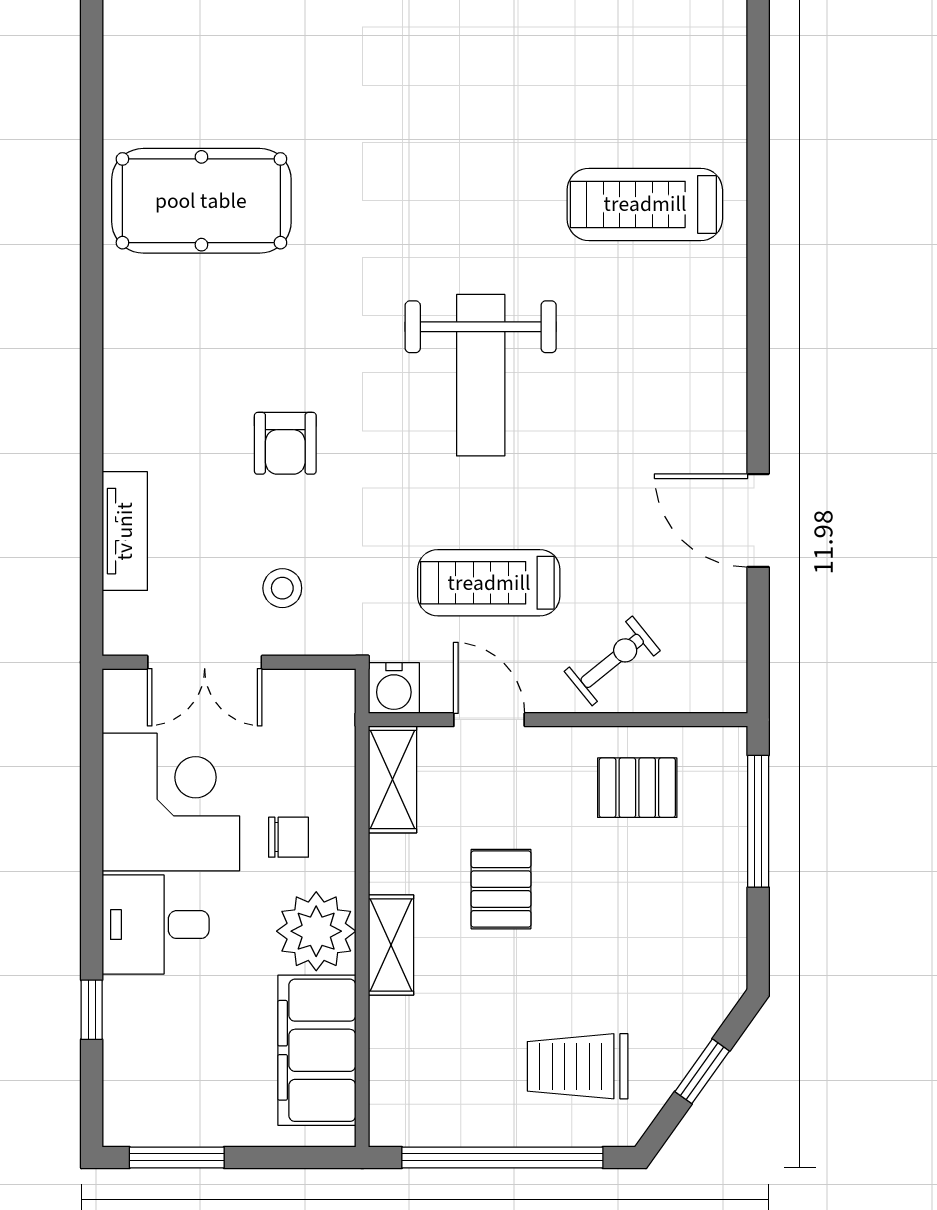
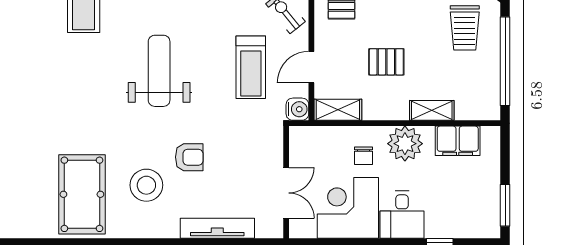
weight bench: (481, 375) -> (159, 71), turned -90
tv unit: (125, 531) -> (217, 228), width x1.41
stool: (282, 588) -> (146, 185), moved, width x1.89, depth x1.89
chair: (288, 837) -> (363, 156), turned 180
shelving: (391, 945) -> (432, 110), moved
filing cabinet: (317, 1050) -> (458, 141), width x0.67, depth x0.86

